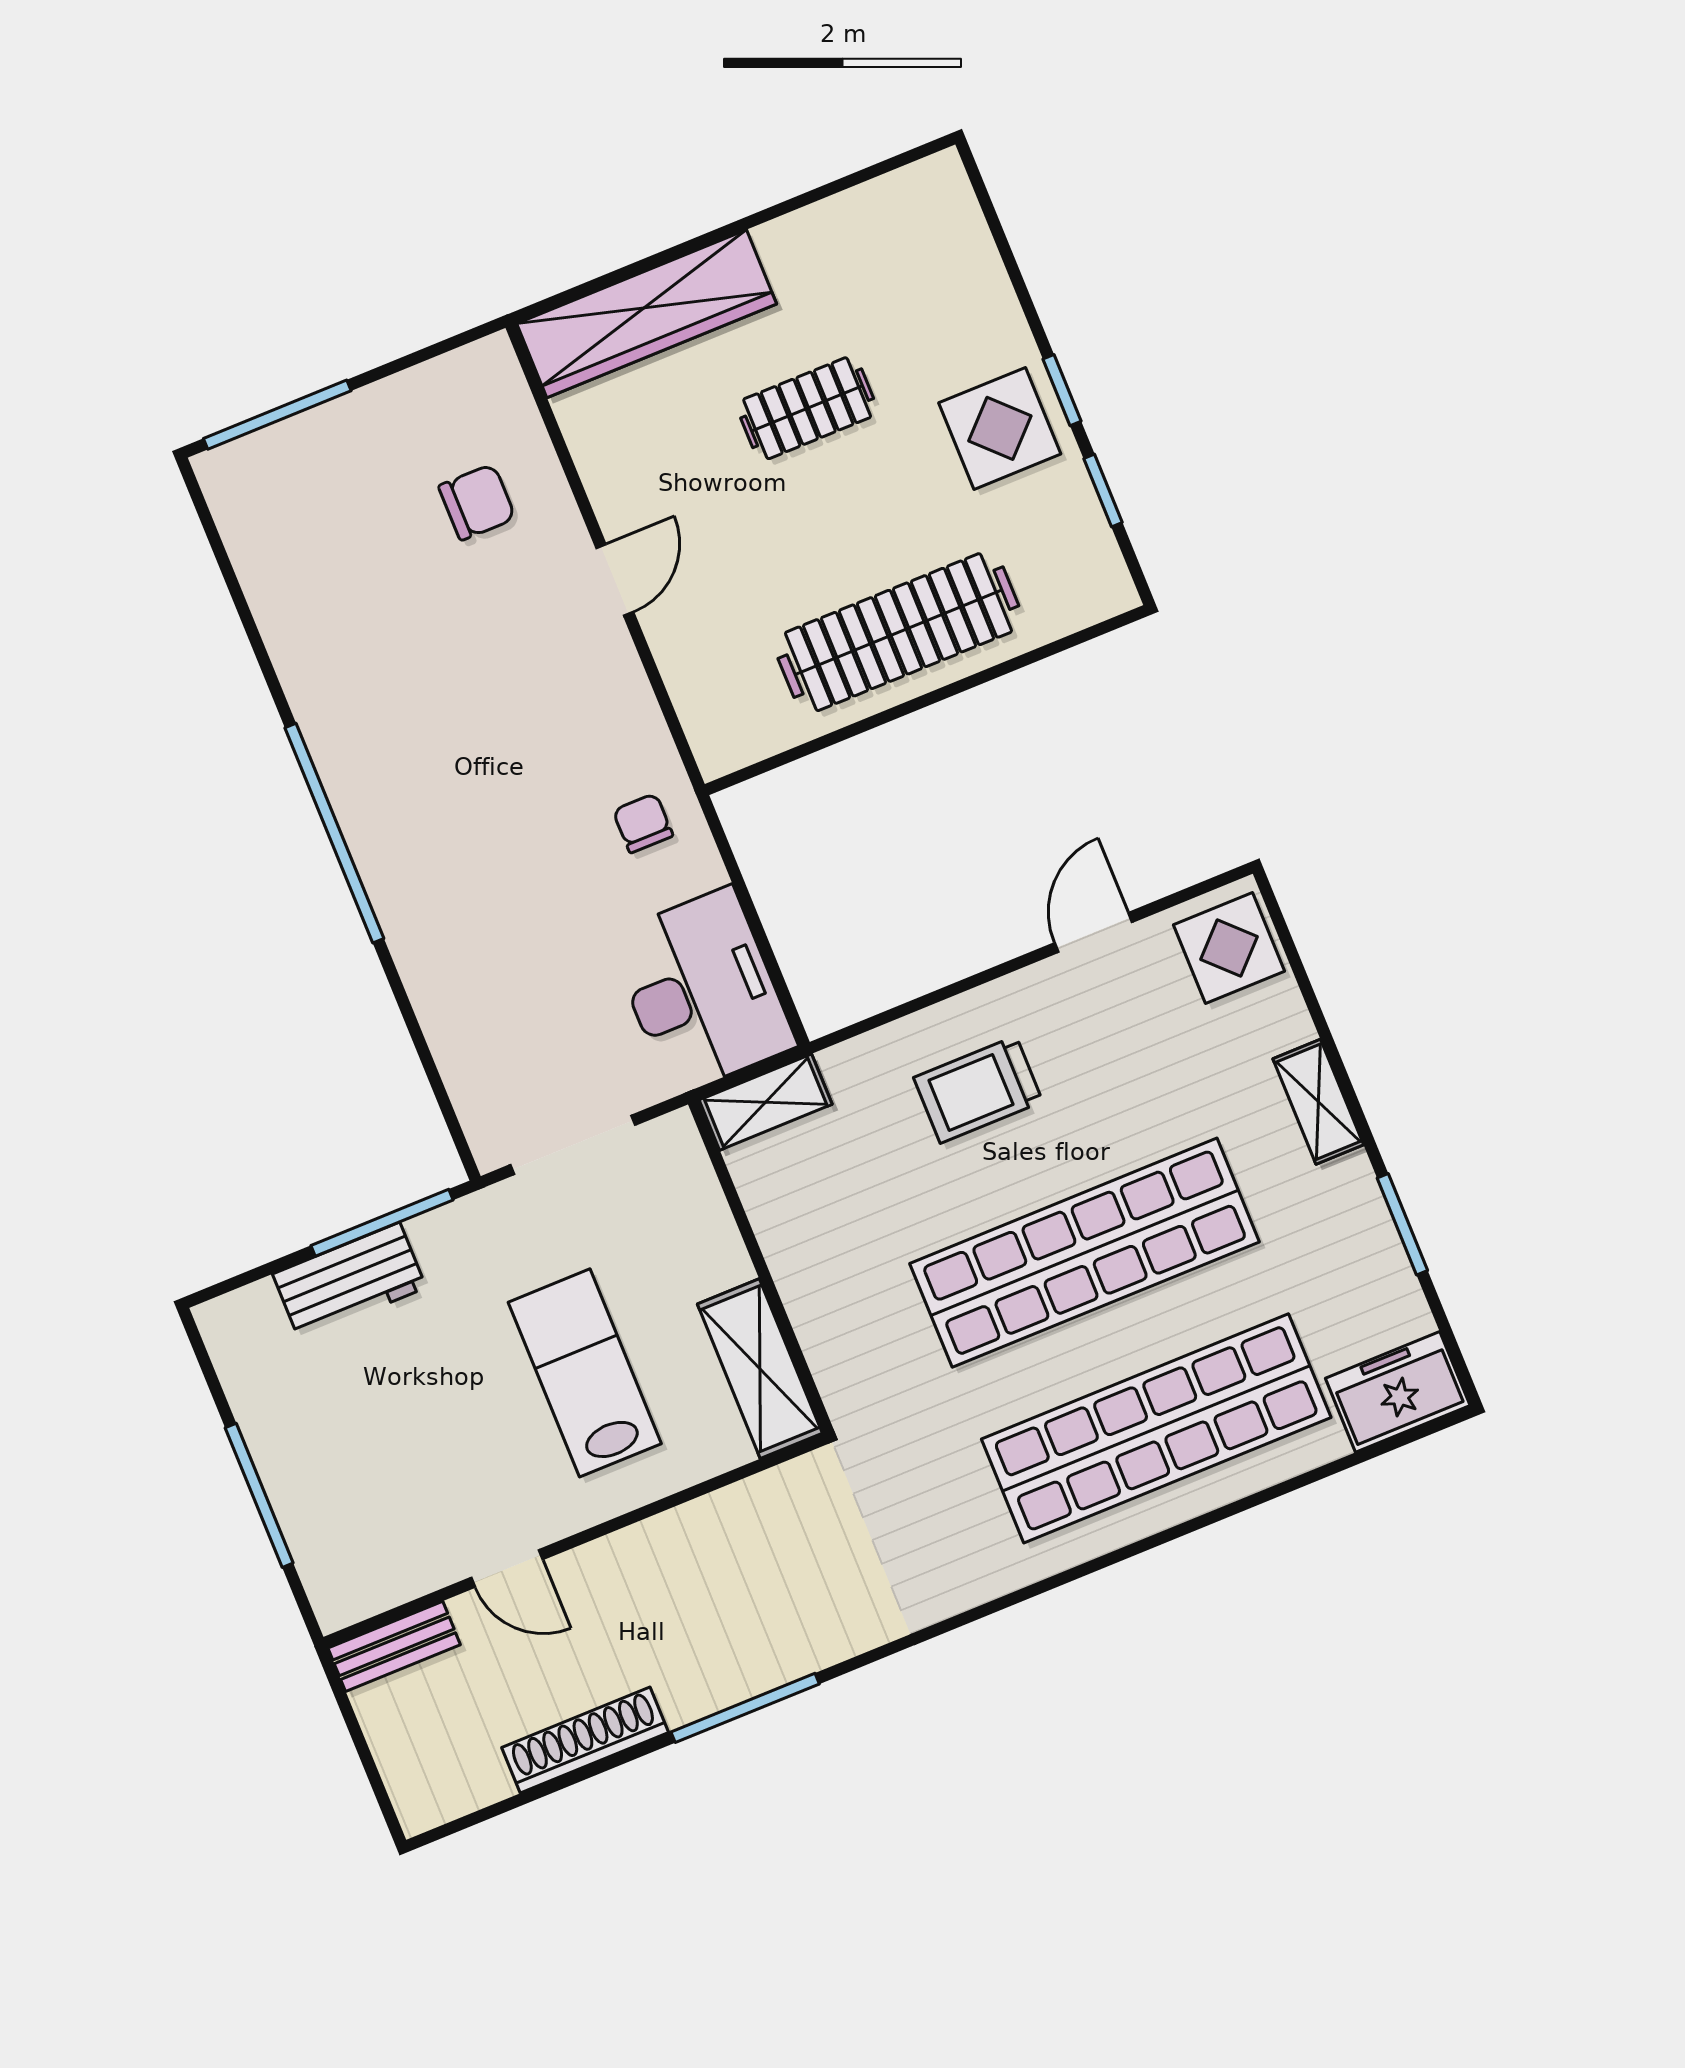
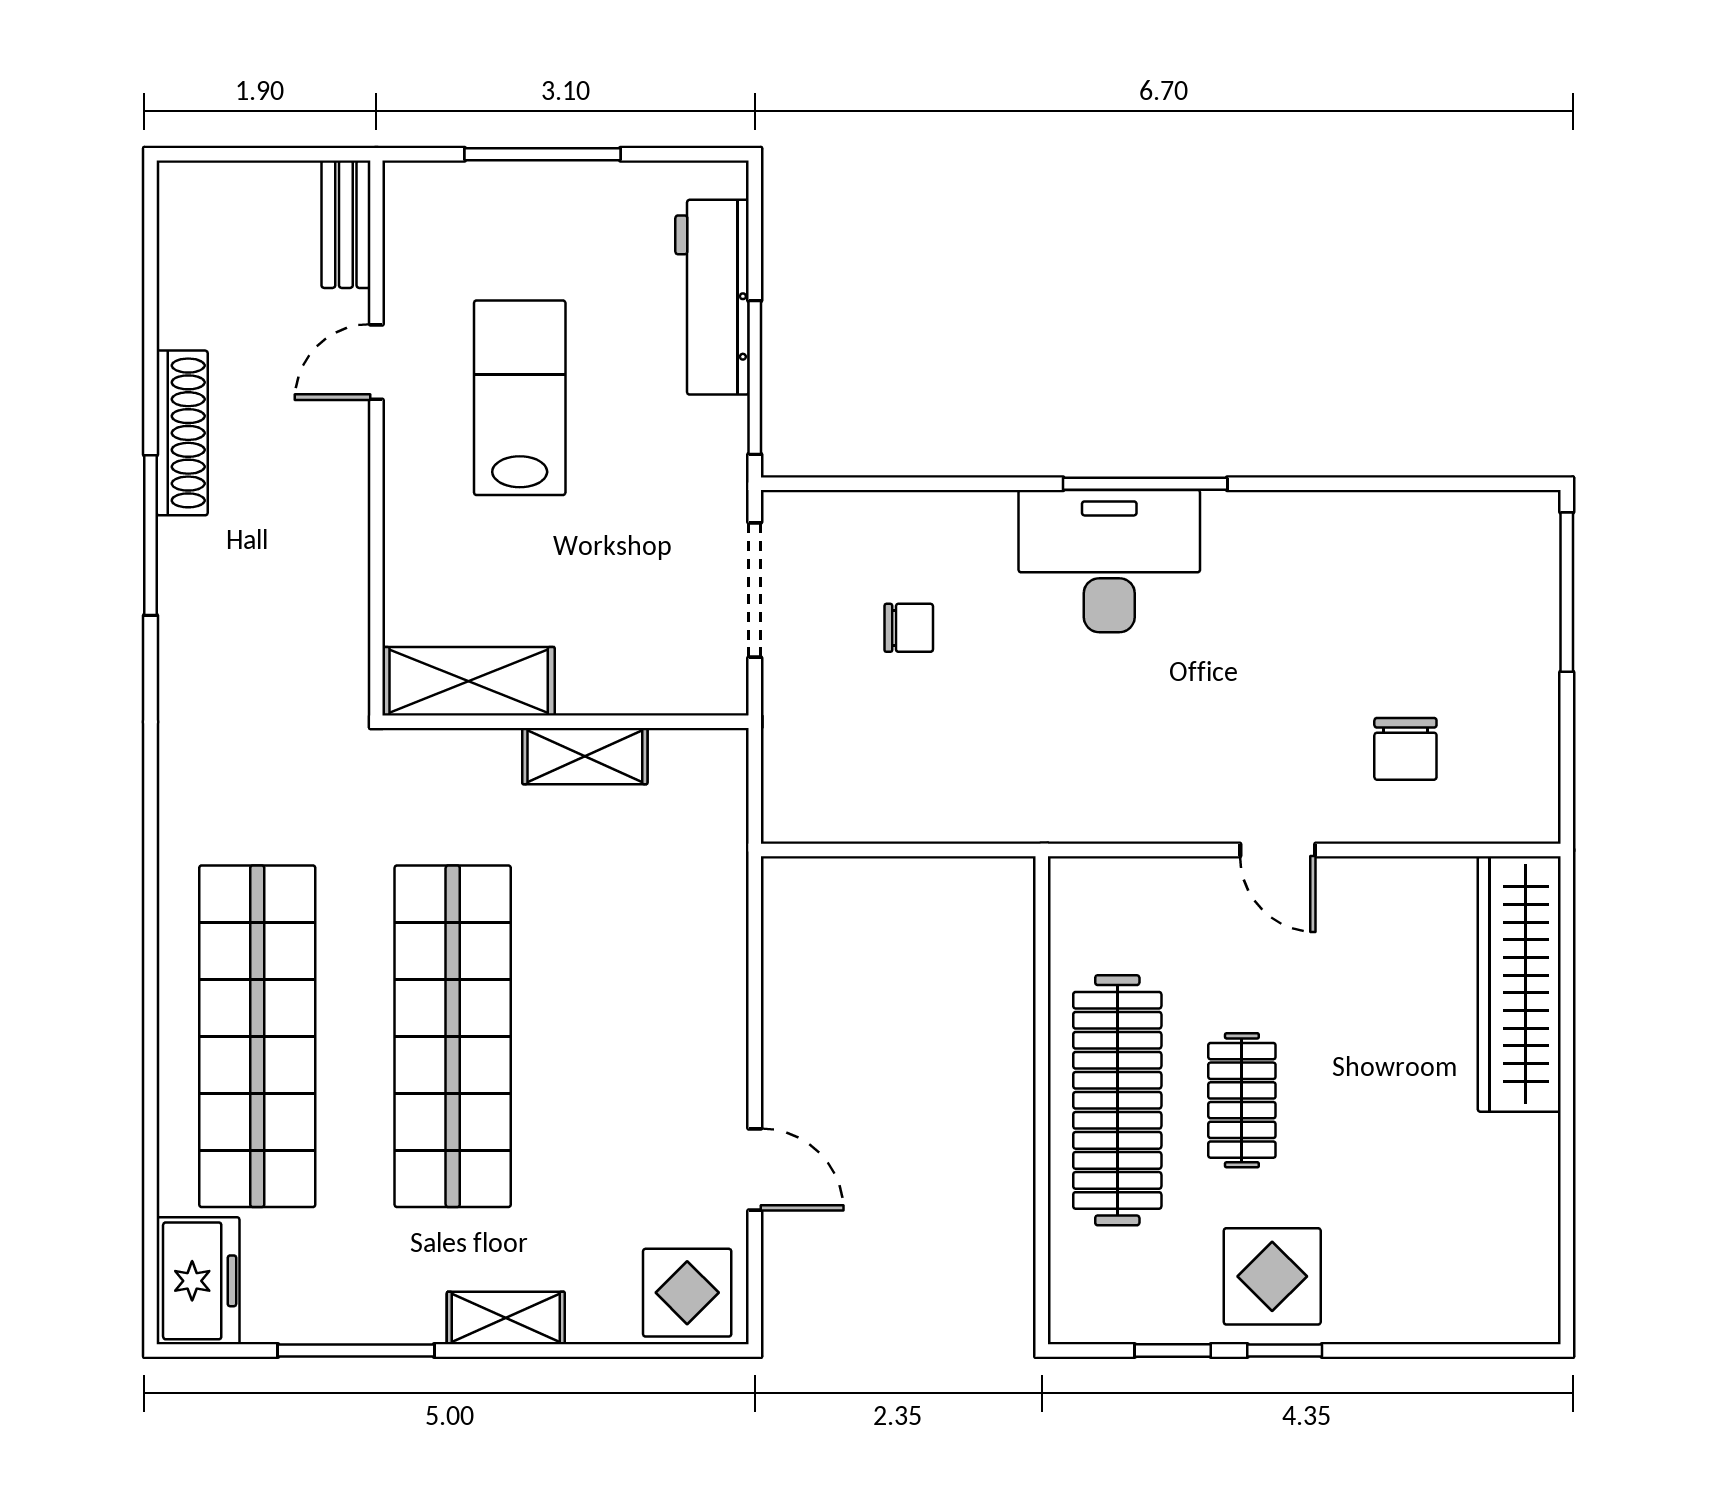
clothes rail: (807, 408) -> (1242, 1100), moved
chair: (643, 823) -> (909, 628), moved
window: (334, 833) -> (1145, 484), width x0.68
desk: (702, 991) -> (1109, 561), moved, turned 180
trolley: (978, 1090) -> (650, 998), removed
shelving: (766, 1102) -> (585, 756), moved, turned 90
window: (1402, 1224) -> (356, 1351), width x1.44
workbench: (349, 1281) -> (712, 297), width x1.38
lab bench: (585, 1373) -> (520, 398), moved, turned -90
shoe rack: (585, 1740) -> (182, 433), moved

